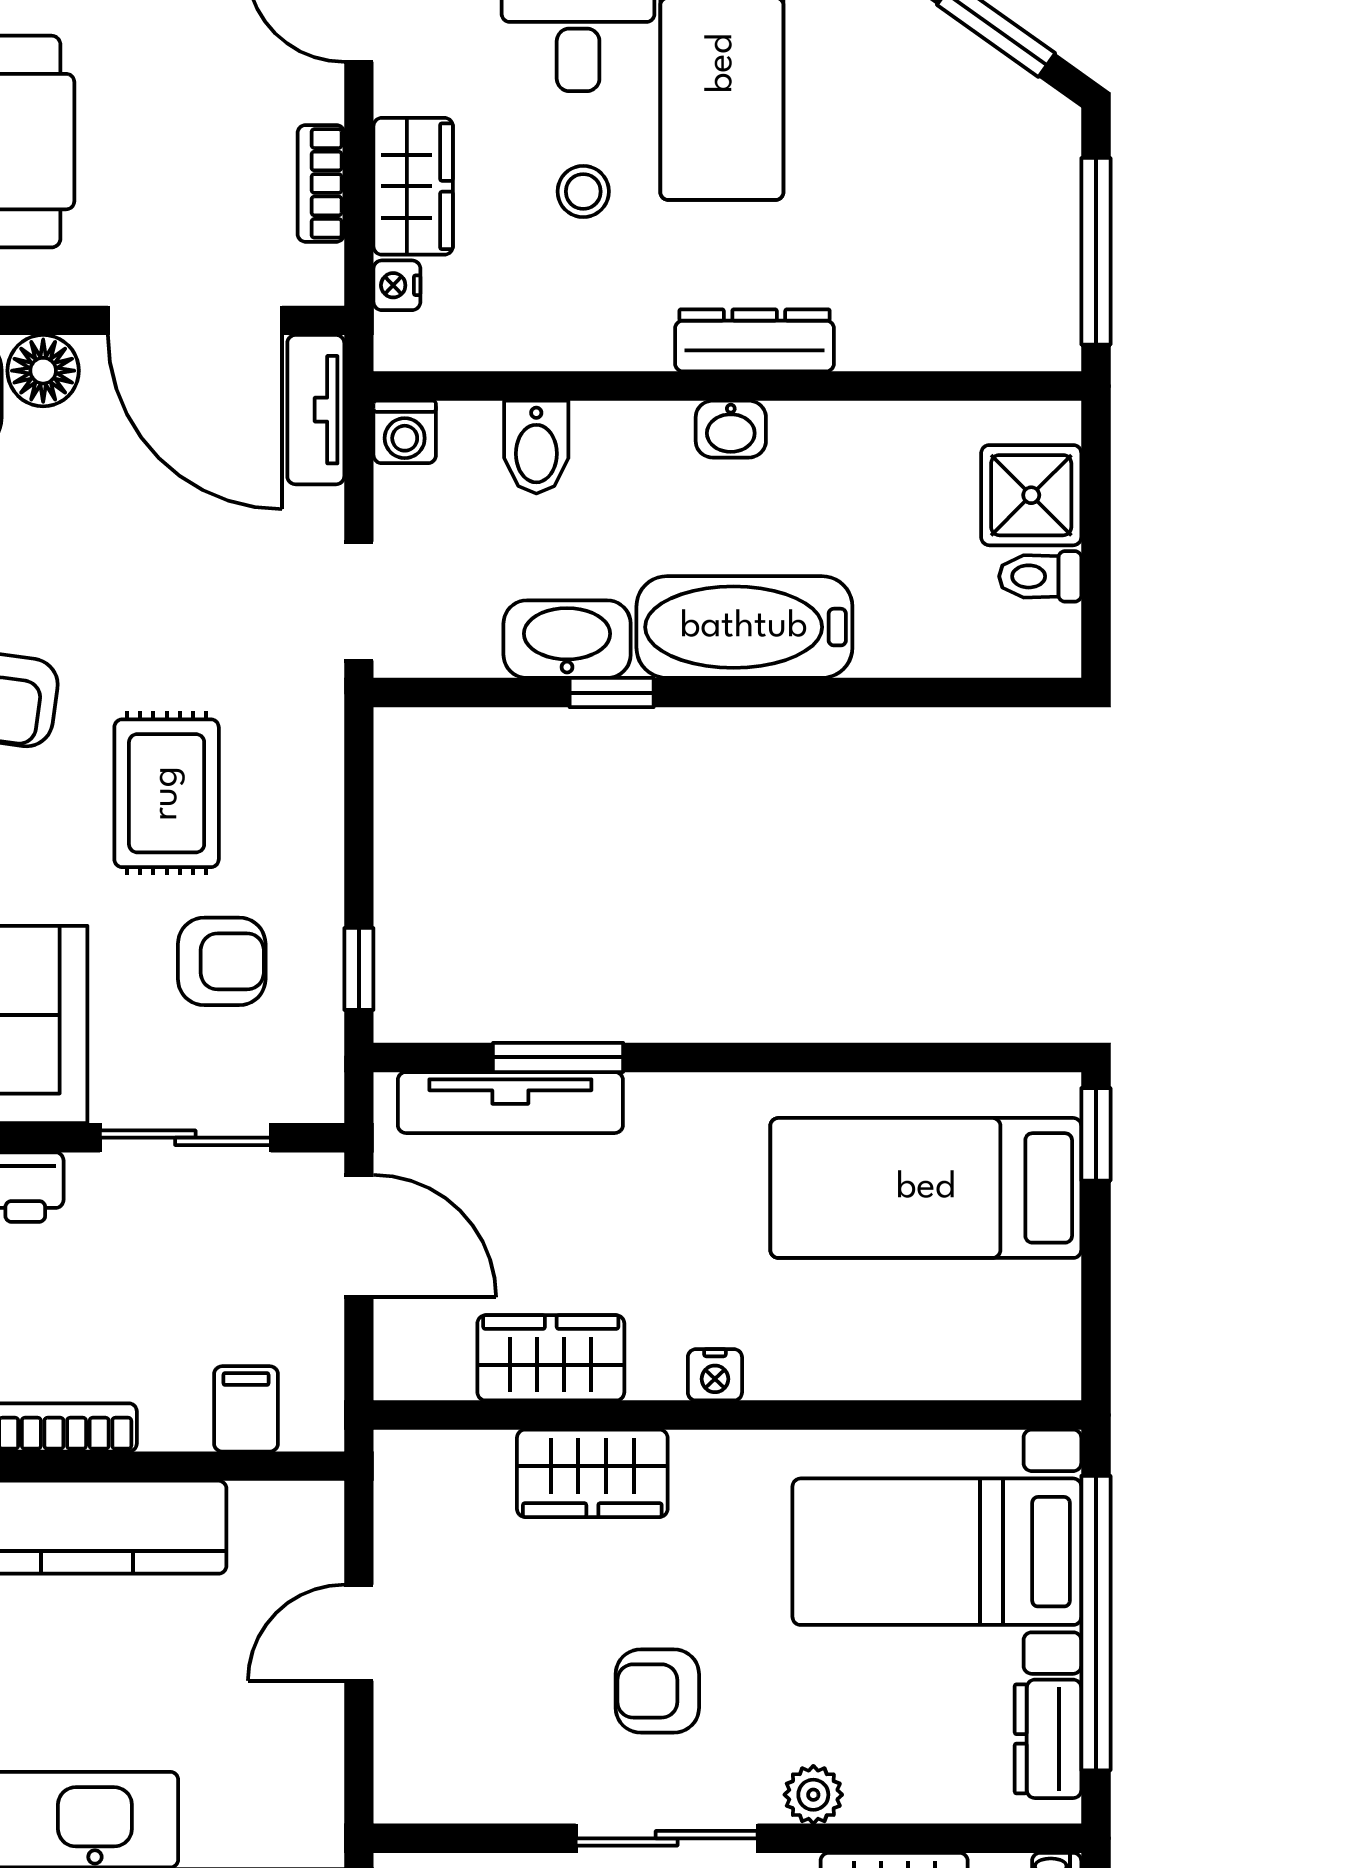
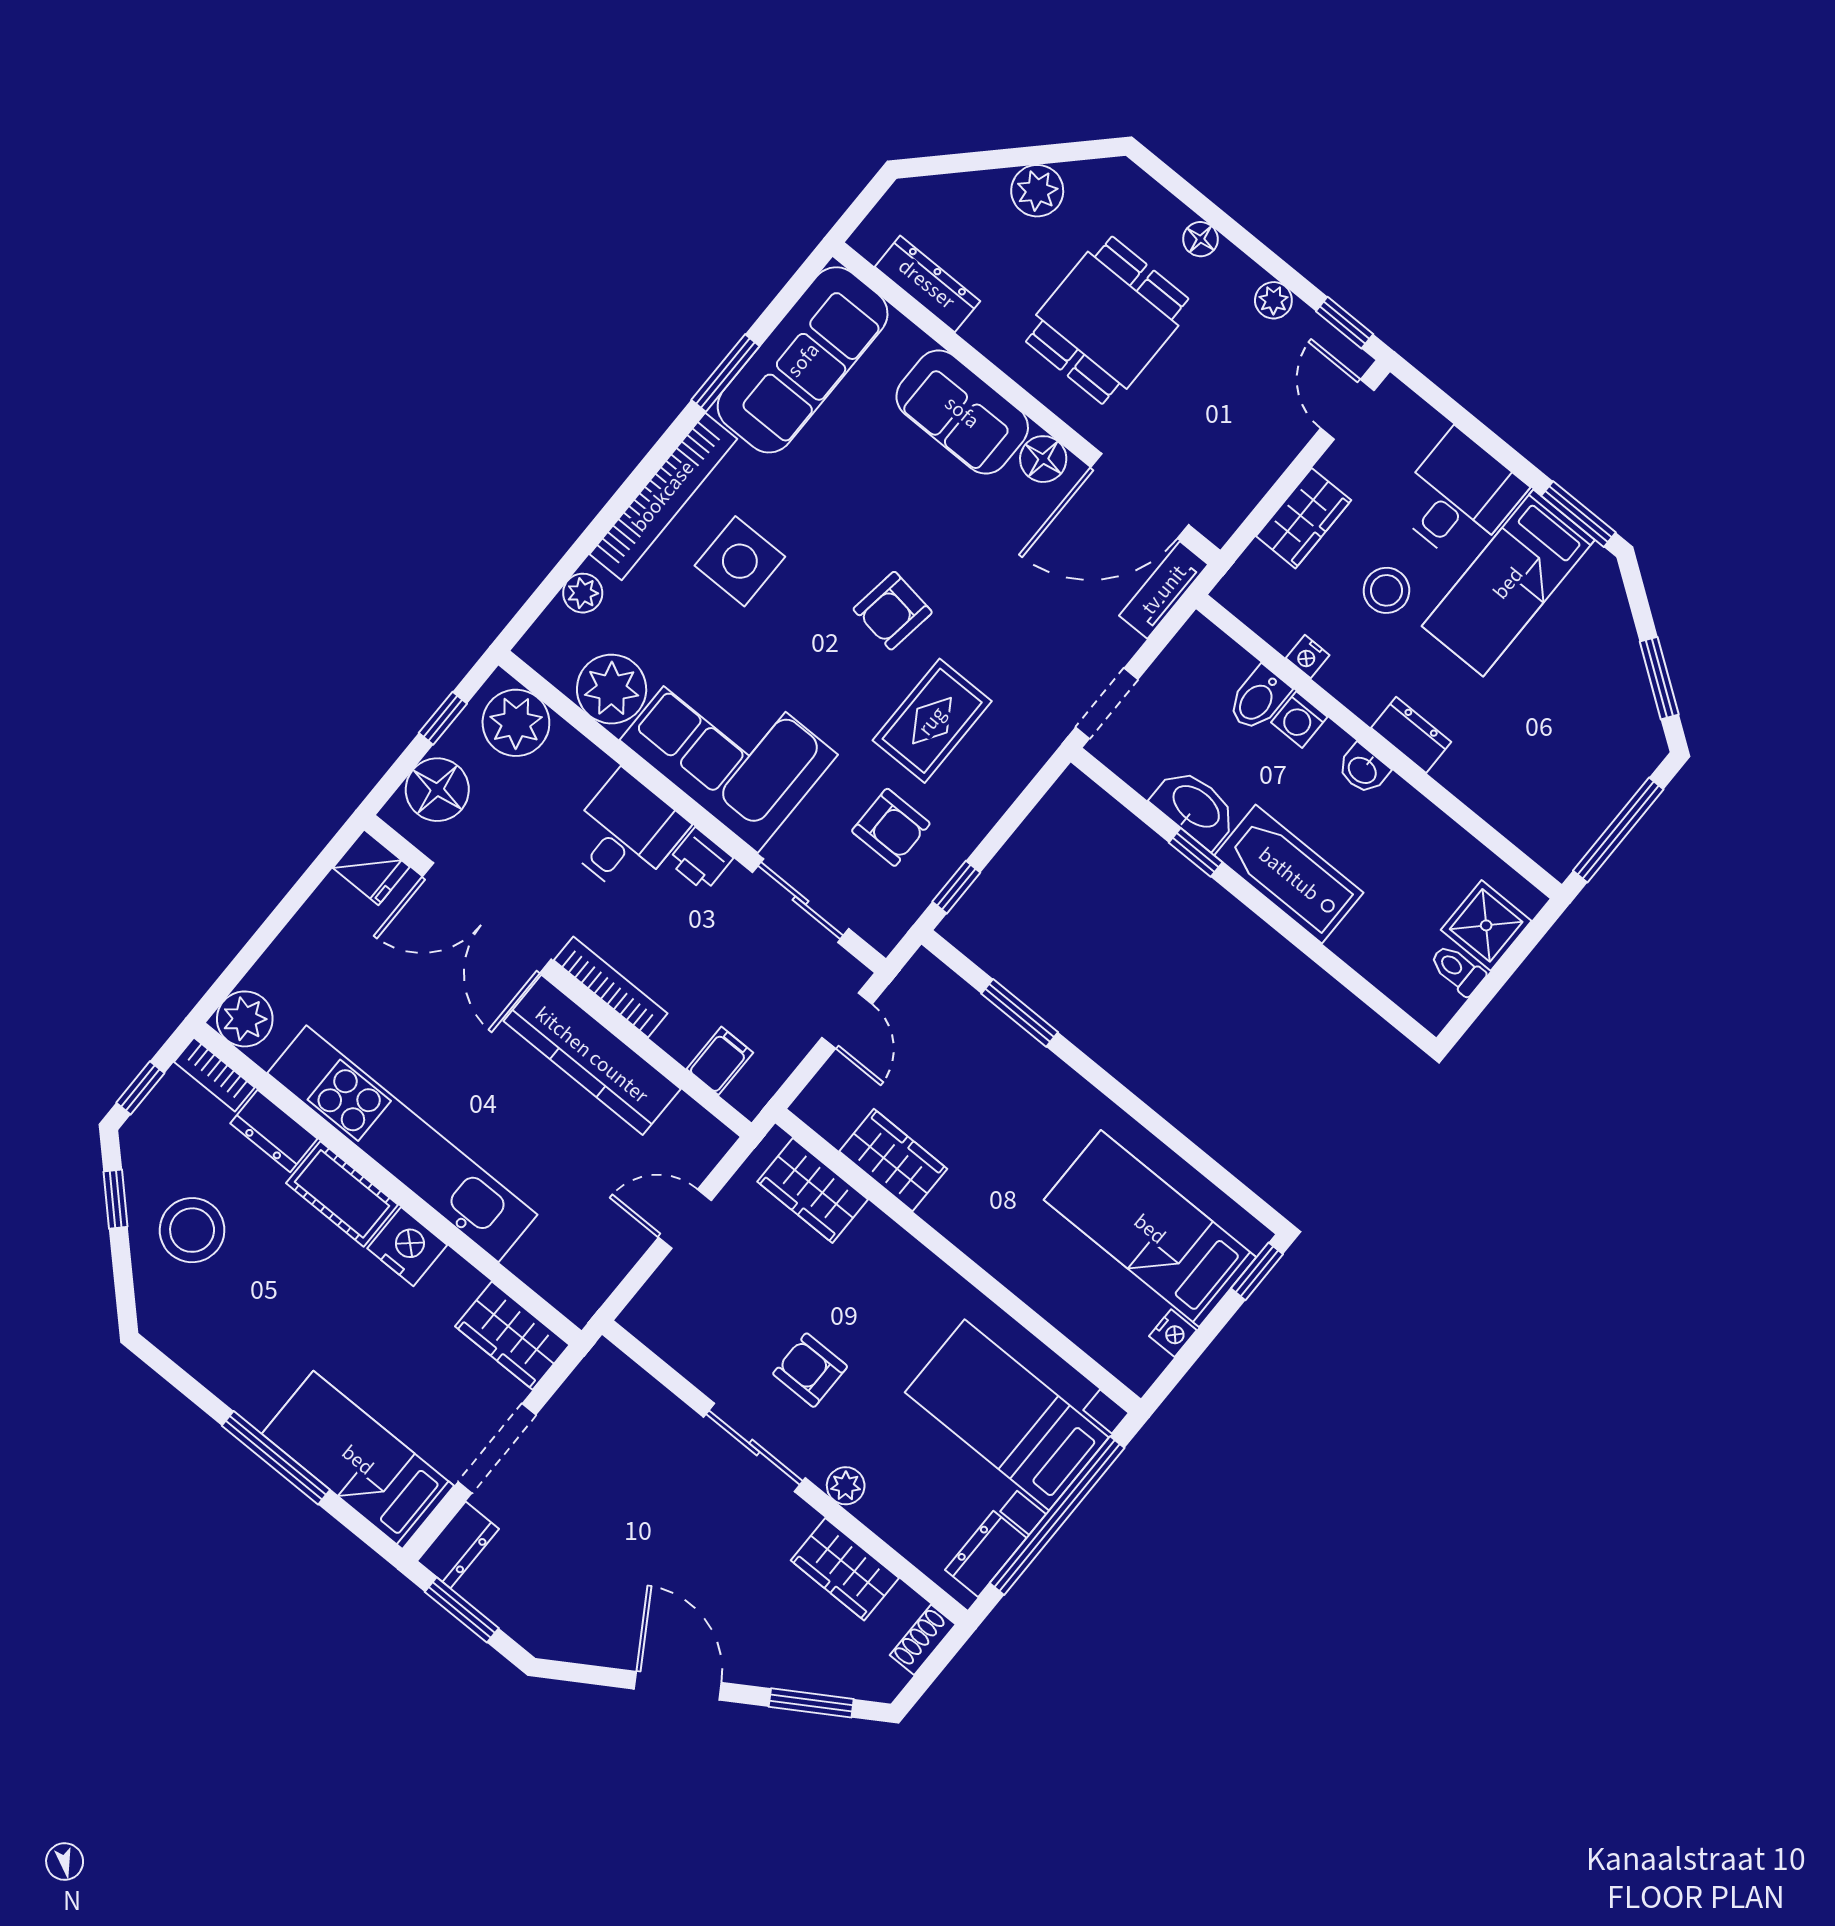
bookcase: (321, 183) -> (1259, 479), removed
stool: (583, 191) -> (1386, 590), width x1.37, depth x1.37
nightstand: (397, 285) -> (1308, 657), moved, turned -90
door: (195, 320) -> (1140, 496), hinge flipped
dresser: (755, 340) -> (1411, 735), width x0.70
washing machine: (405, 432) -> (1299, 720), moved
tv unit: (510, 1103) -> (977, 1016), removed
door: (359, 1236) -> (847, 1021), width x0.73
nightstand: (715, 1375) -> (1173, 1333), moved, turned -90
wardrobe: (592, 1473) -> (813, 1190), moved

